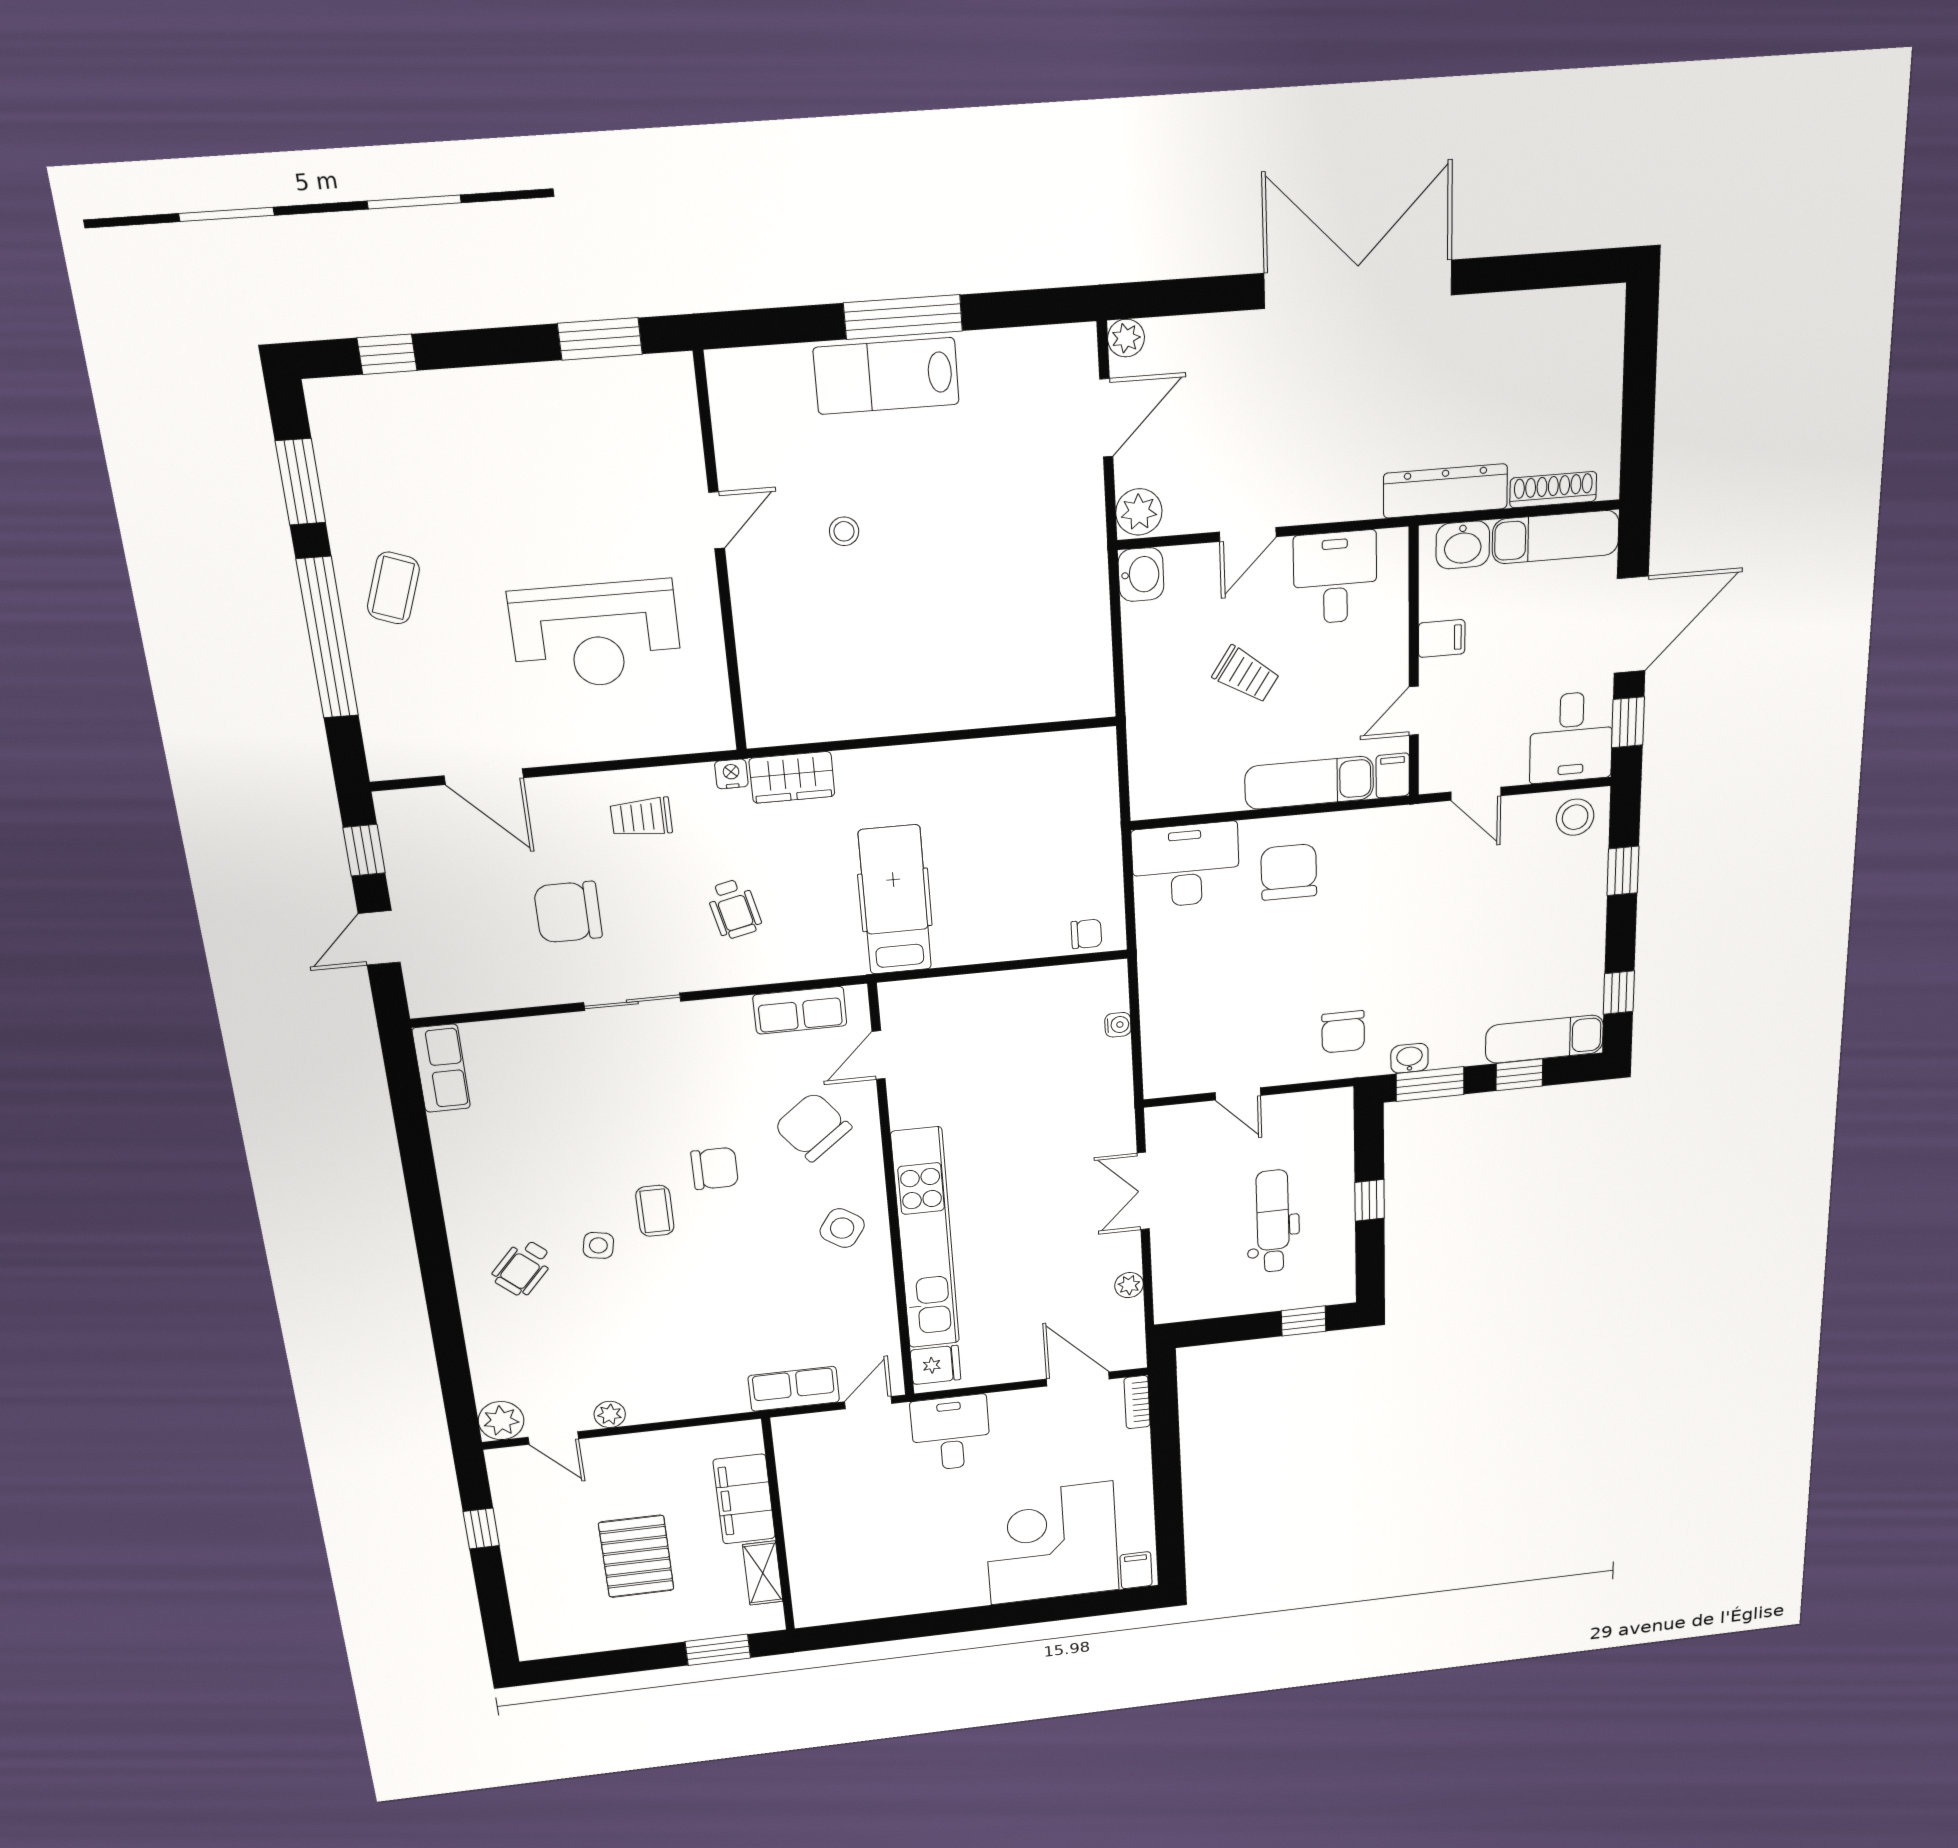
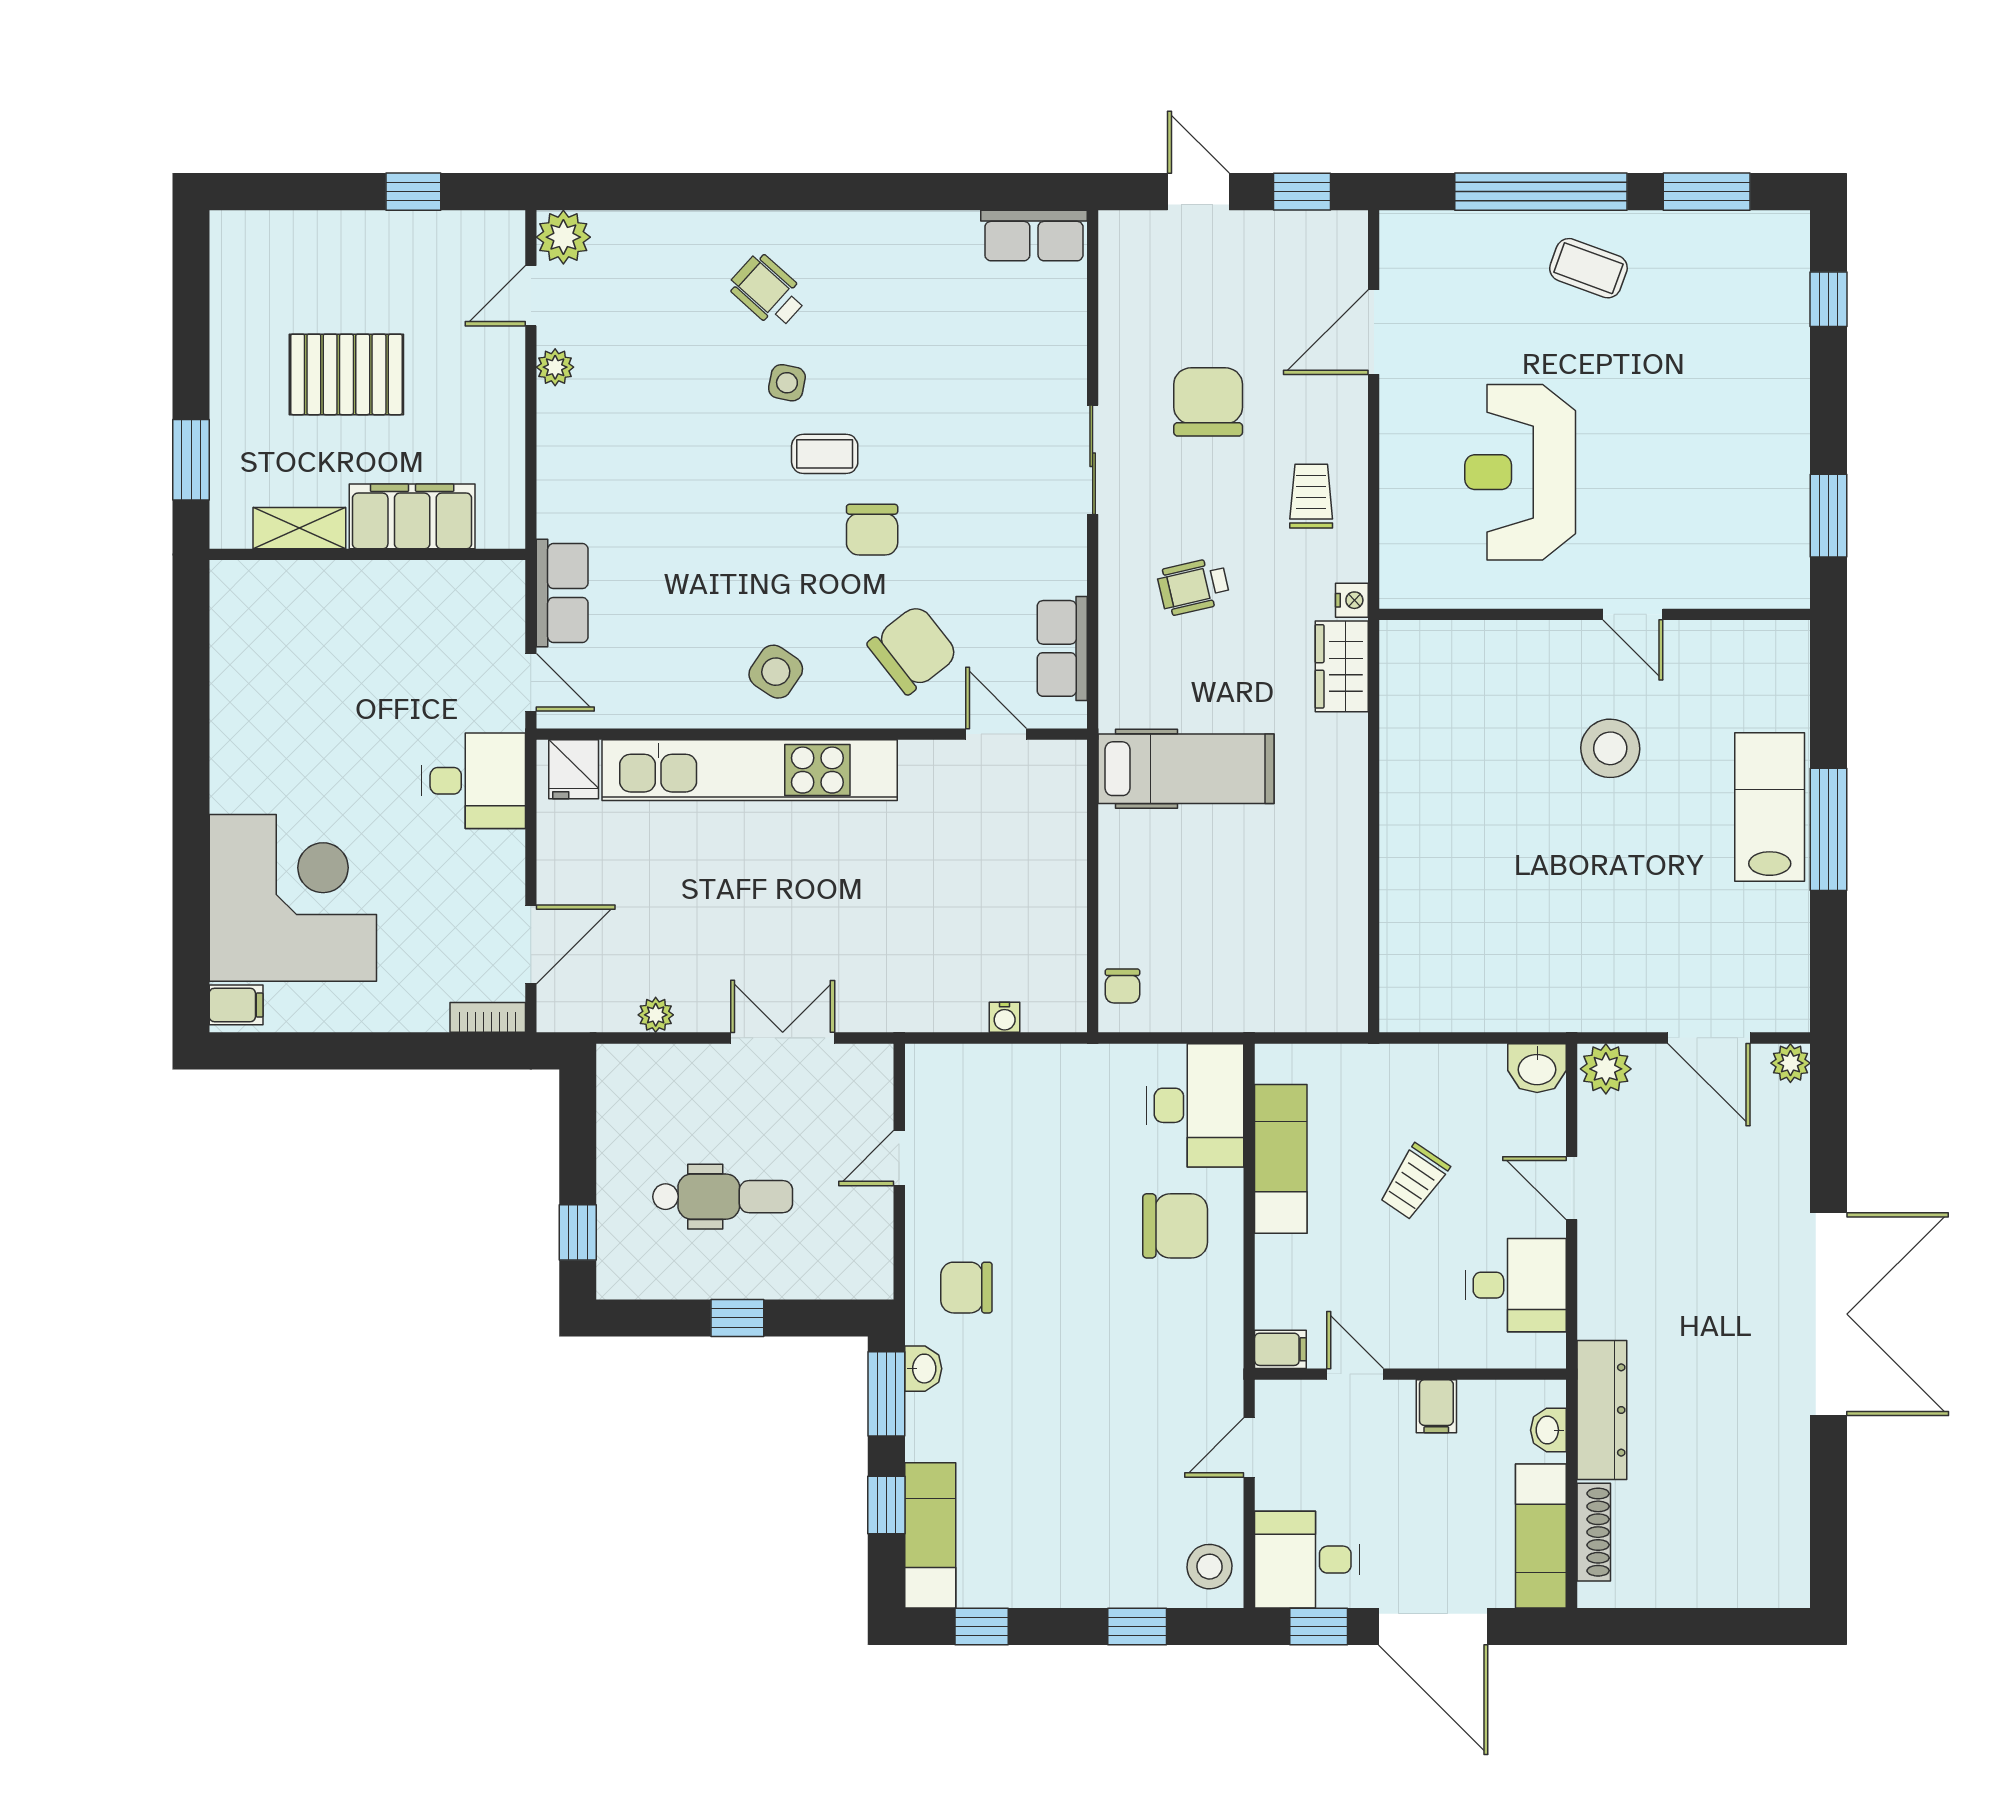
stool: (844, 531) -> (1610, 748), width x1.89, depth x1.89
washbasin: (1463, 545) -> (1548, 1430), width x0.72, depth x0.69
exam couch: (1309, 783) -> (1281, 1159), moved

